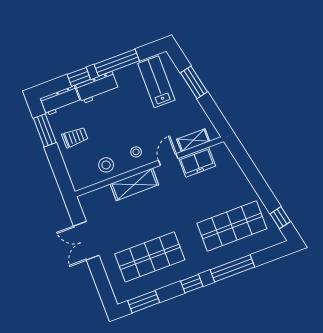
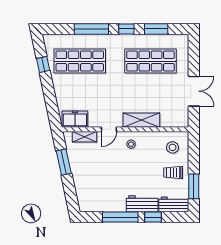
lab bench: (156, 82) -> (96, 191), removed
window: (194, 82) -> (64, 162), moved
freezer: (197, 162) -> (75, 119), moved
stool: (106, 165) -> (173, 147), moved
window: (280, 218) -> (43, 65), moved
window: (144, 302) -> (156, 29), moved

